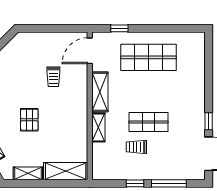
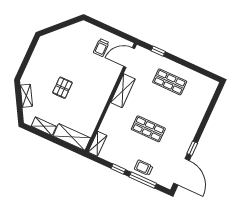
shop shelf: (149, 57) -> (170, 82), width x0.70, depth x0.74
trolley: (53, 77) -> (101, 48), moved
shelving: (98, 127) -> (97, 144), moved
trolley: (136, 147) -> (144, 168), moved

